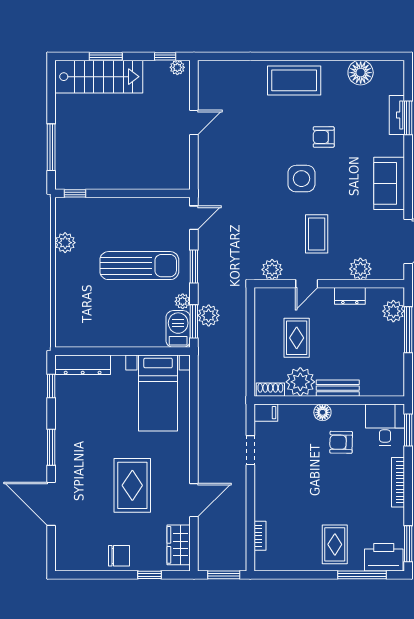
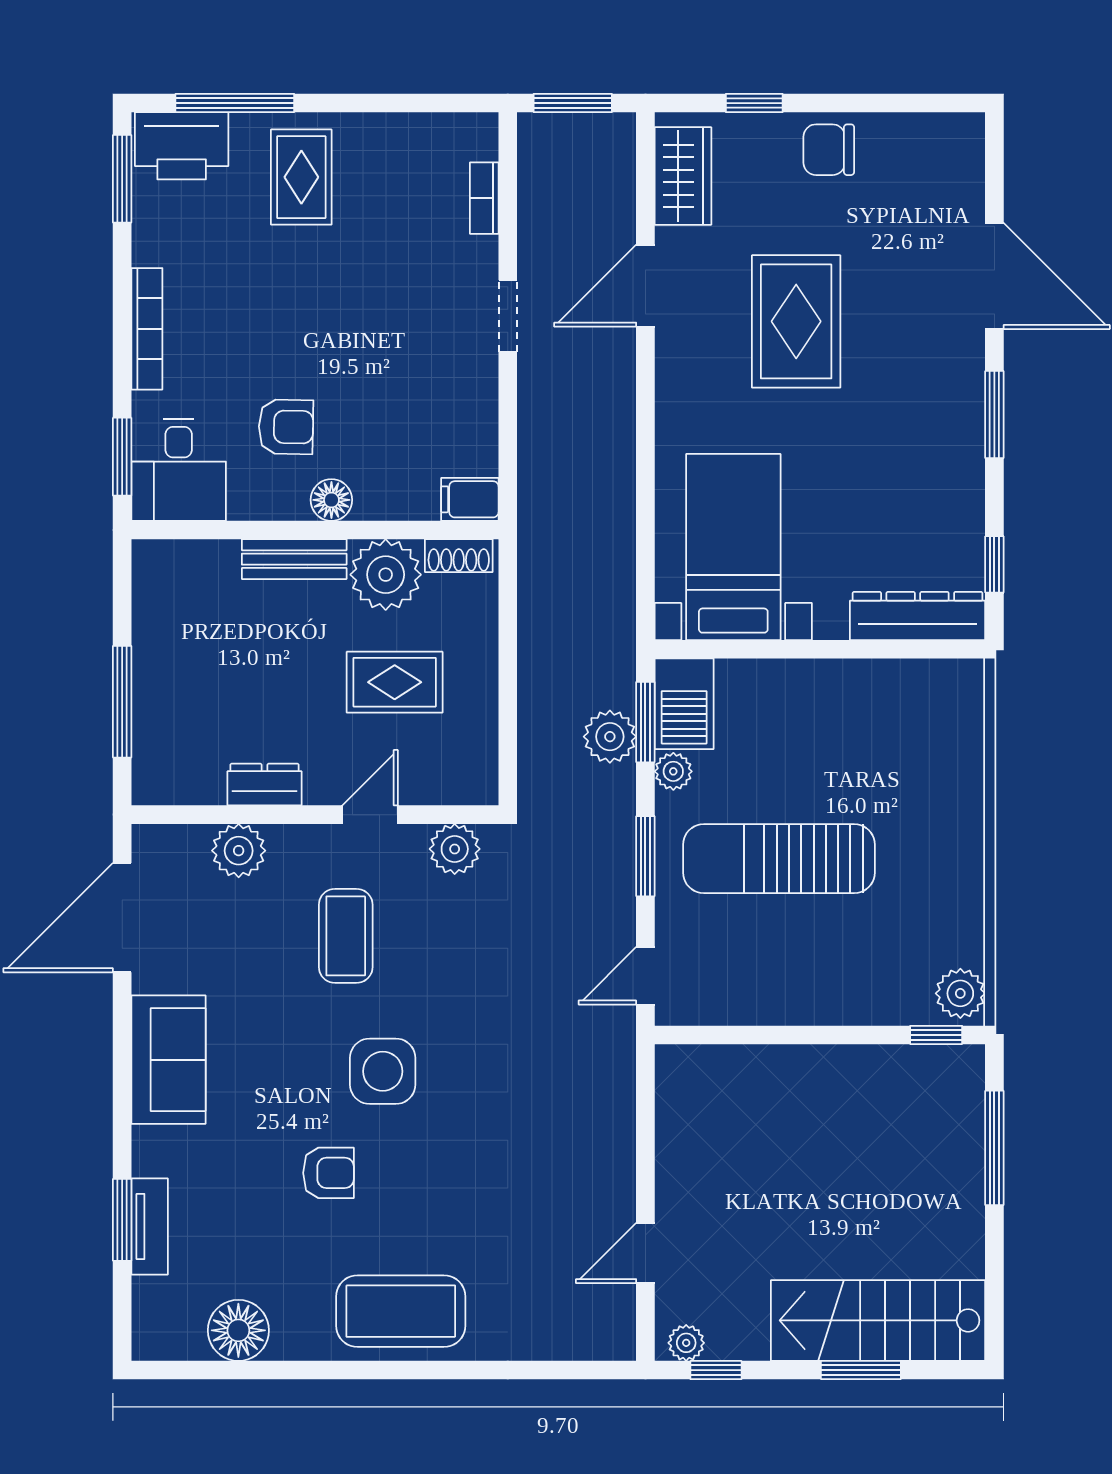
door: (194, 122) -> (645, 1253), moved
plant: (65, 243) -> (960, 993), moved
plant: (393, 311) -> (158, 747), removed
rug: (297, 338) -> (395, 682), turned 90
doorway: (250, 450) -> (508, 316), moved

